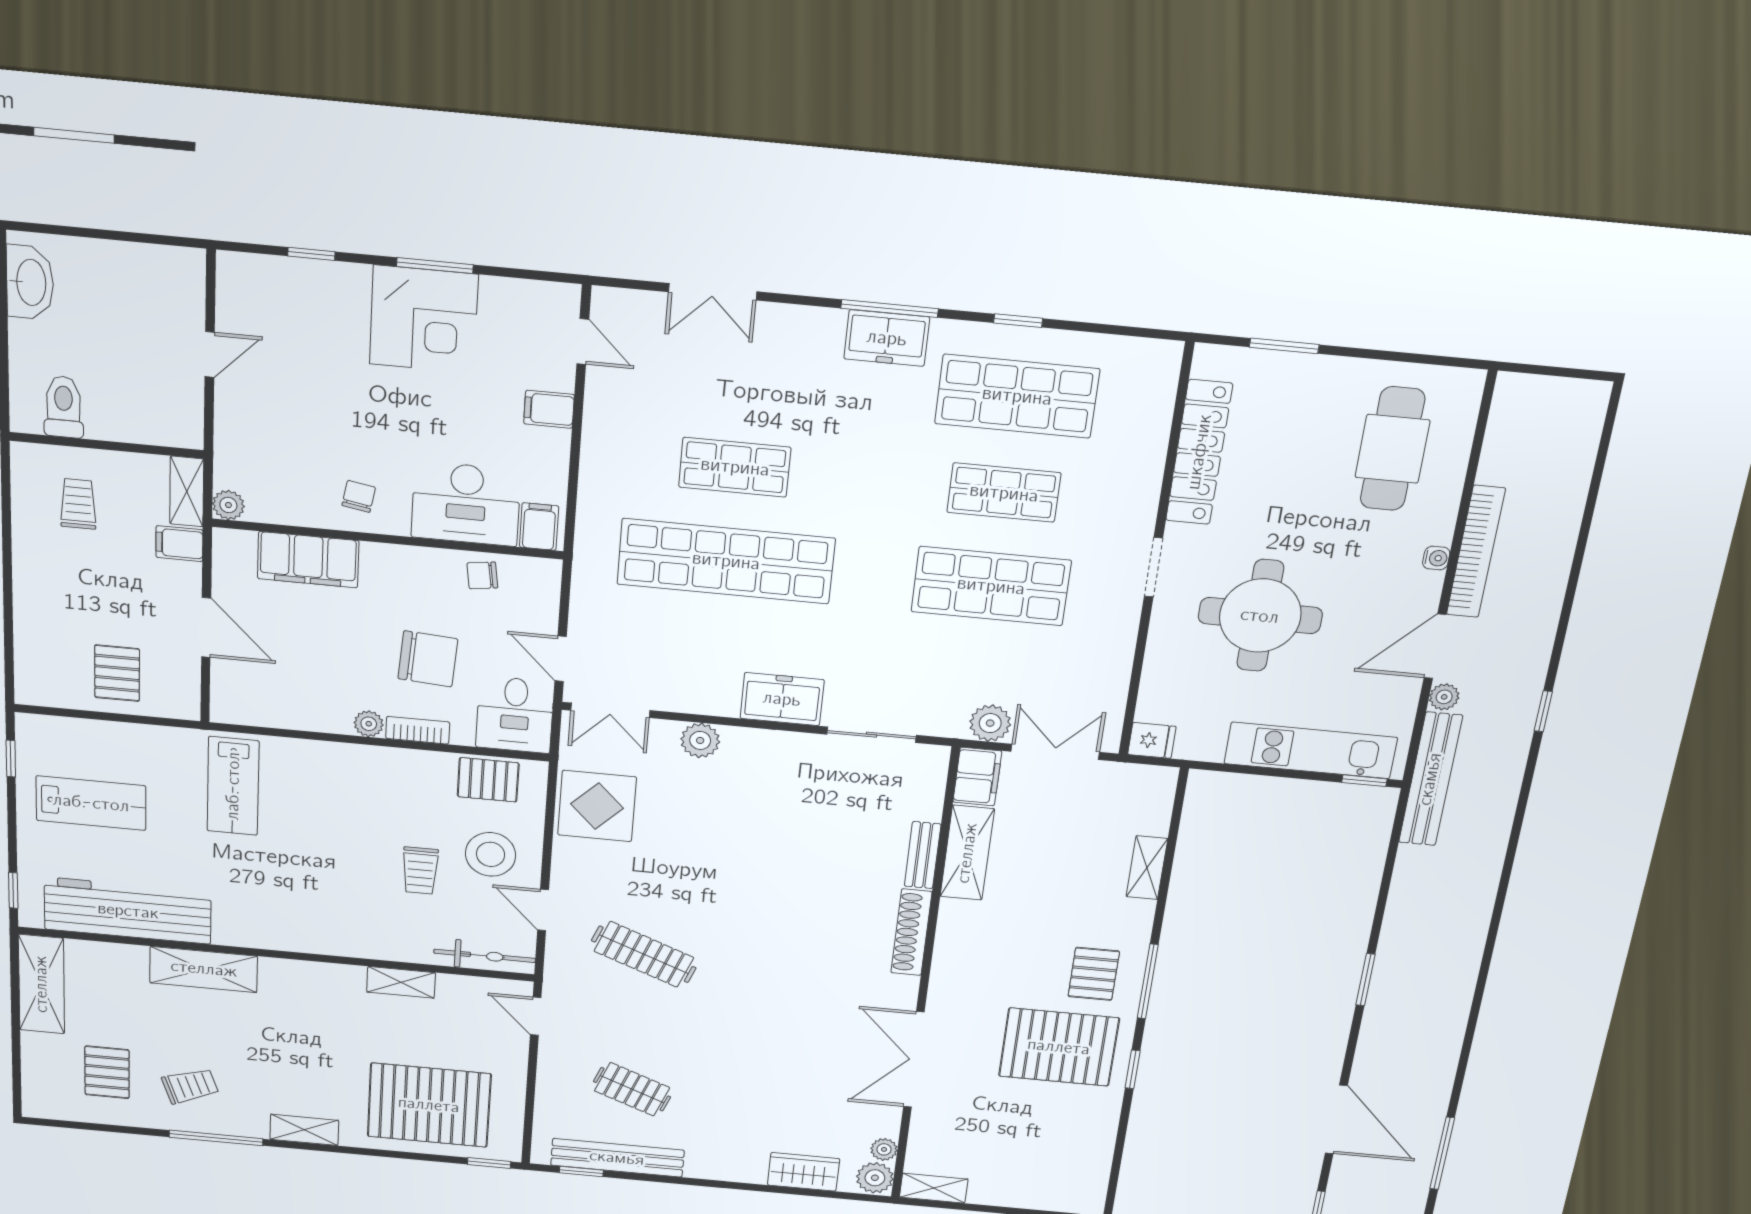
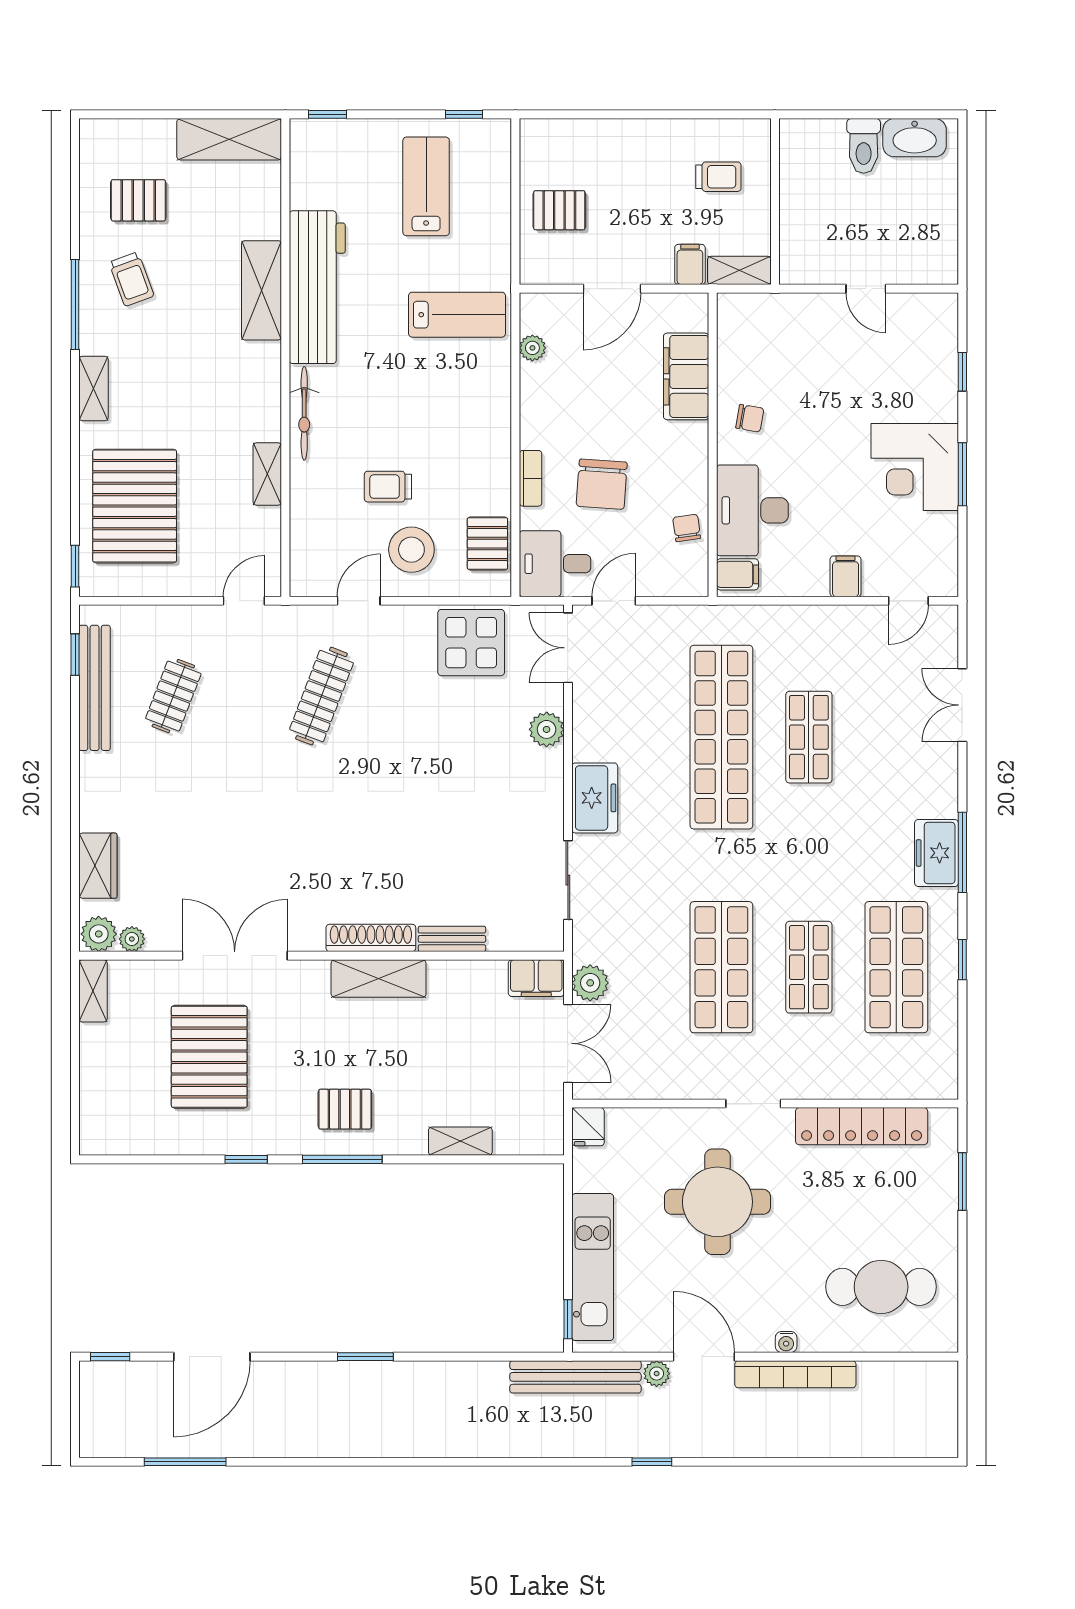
toilet: (64, 407) -> (864, 146), moved, turned 90
plant: (228, 505) -> (730, 306), removed
plant: (369, 724) -> (532, 348), moved
lab bench: (233, 786) -> (457, 315), turned 180
lab bench: (91, 803) -> (426, 186), turned 180
shelving: (967, 853) -> (379, 979), moved
workbench: (128, 911) -> (317, 287), moved
bicycle: (485, 956) -> (304, 413), moved
pallet: (1059, 1047) -> (209, 1057), moved

